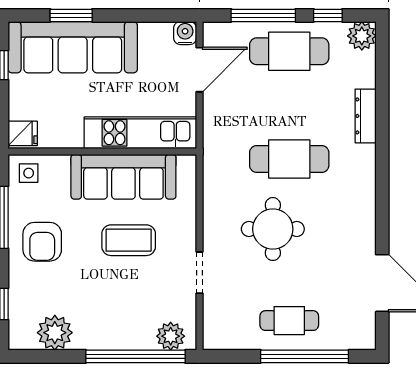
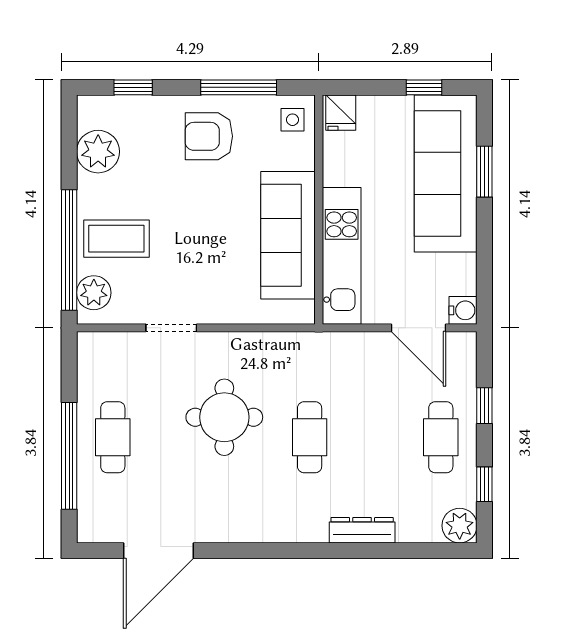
window: (263, 15) -> (484, 406), width x0.46
cafe table: (289, 51) -> (441, 437), width x0.73, depth x0.74
cafe table: (289, 159) -> (310, 437), width x0.73, depth x0.74
coffee table: (129, 240) -> (116, 239), moved, turned 90

